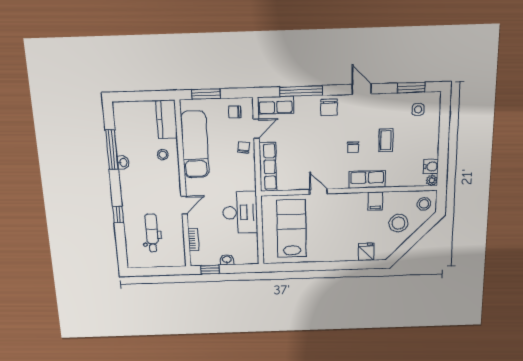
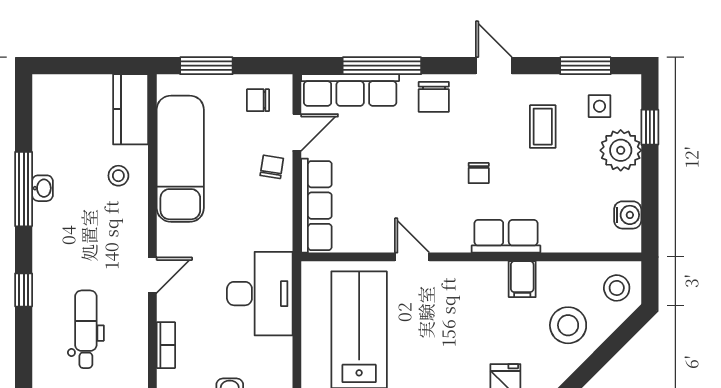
row of seats: (276, 105) -> (350, 90), width x1.48
window: (445, 120) -> (650, 127), added
coffee table: (386, 140) -> (543, 127), moved
window: (112, 150) -> (24, 189), moved
plant: (432, 180) -> (621, 150), moved, width x1.88, depth x1.88

